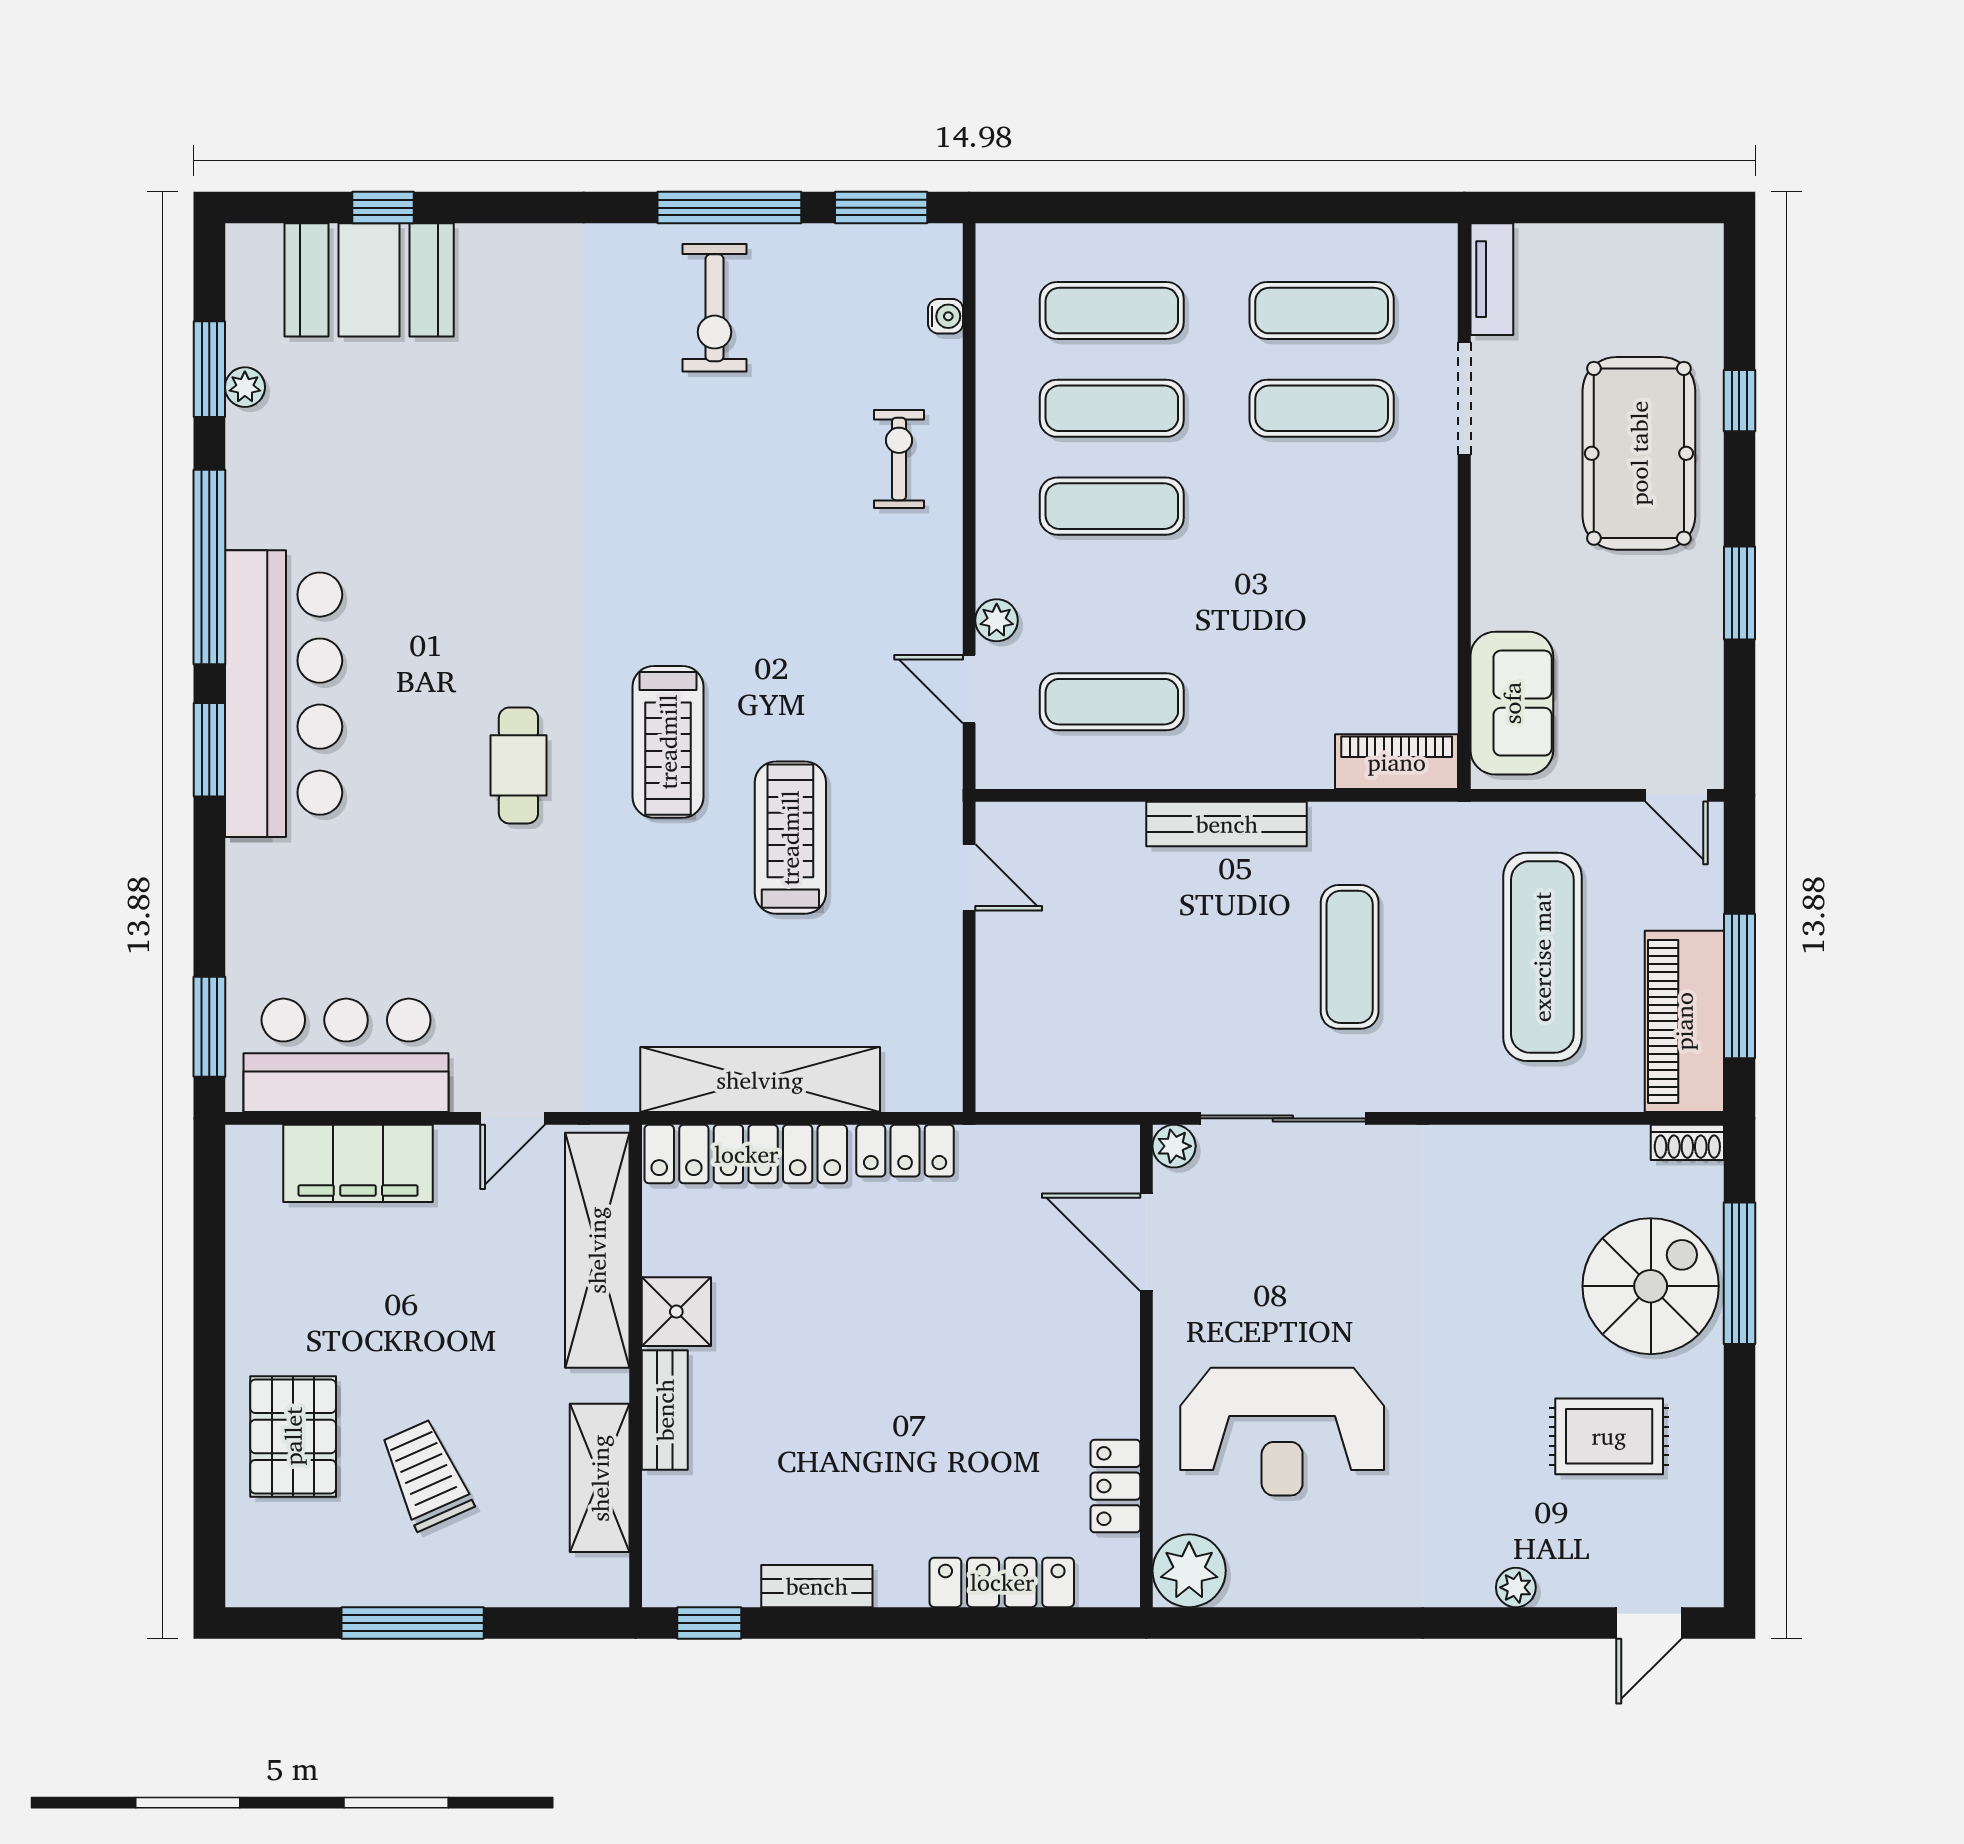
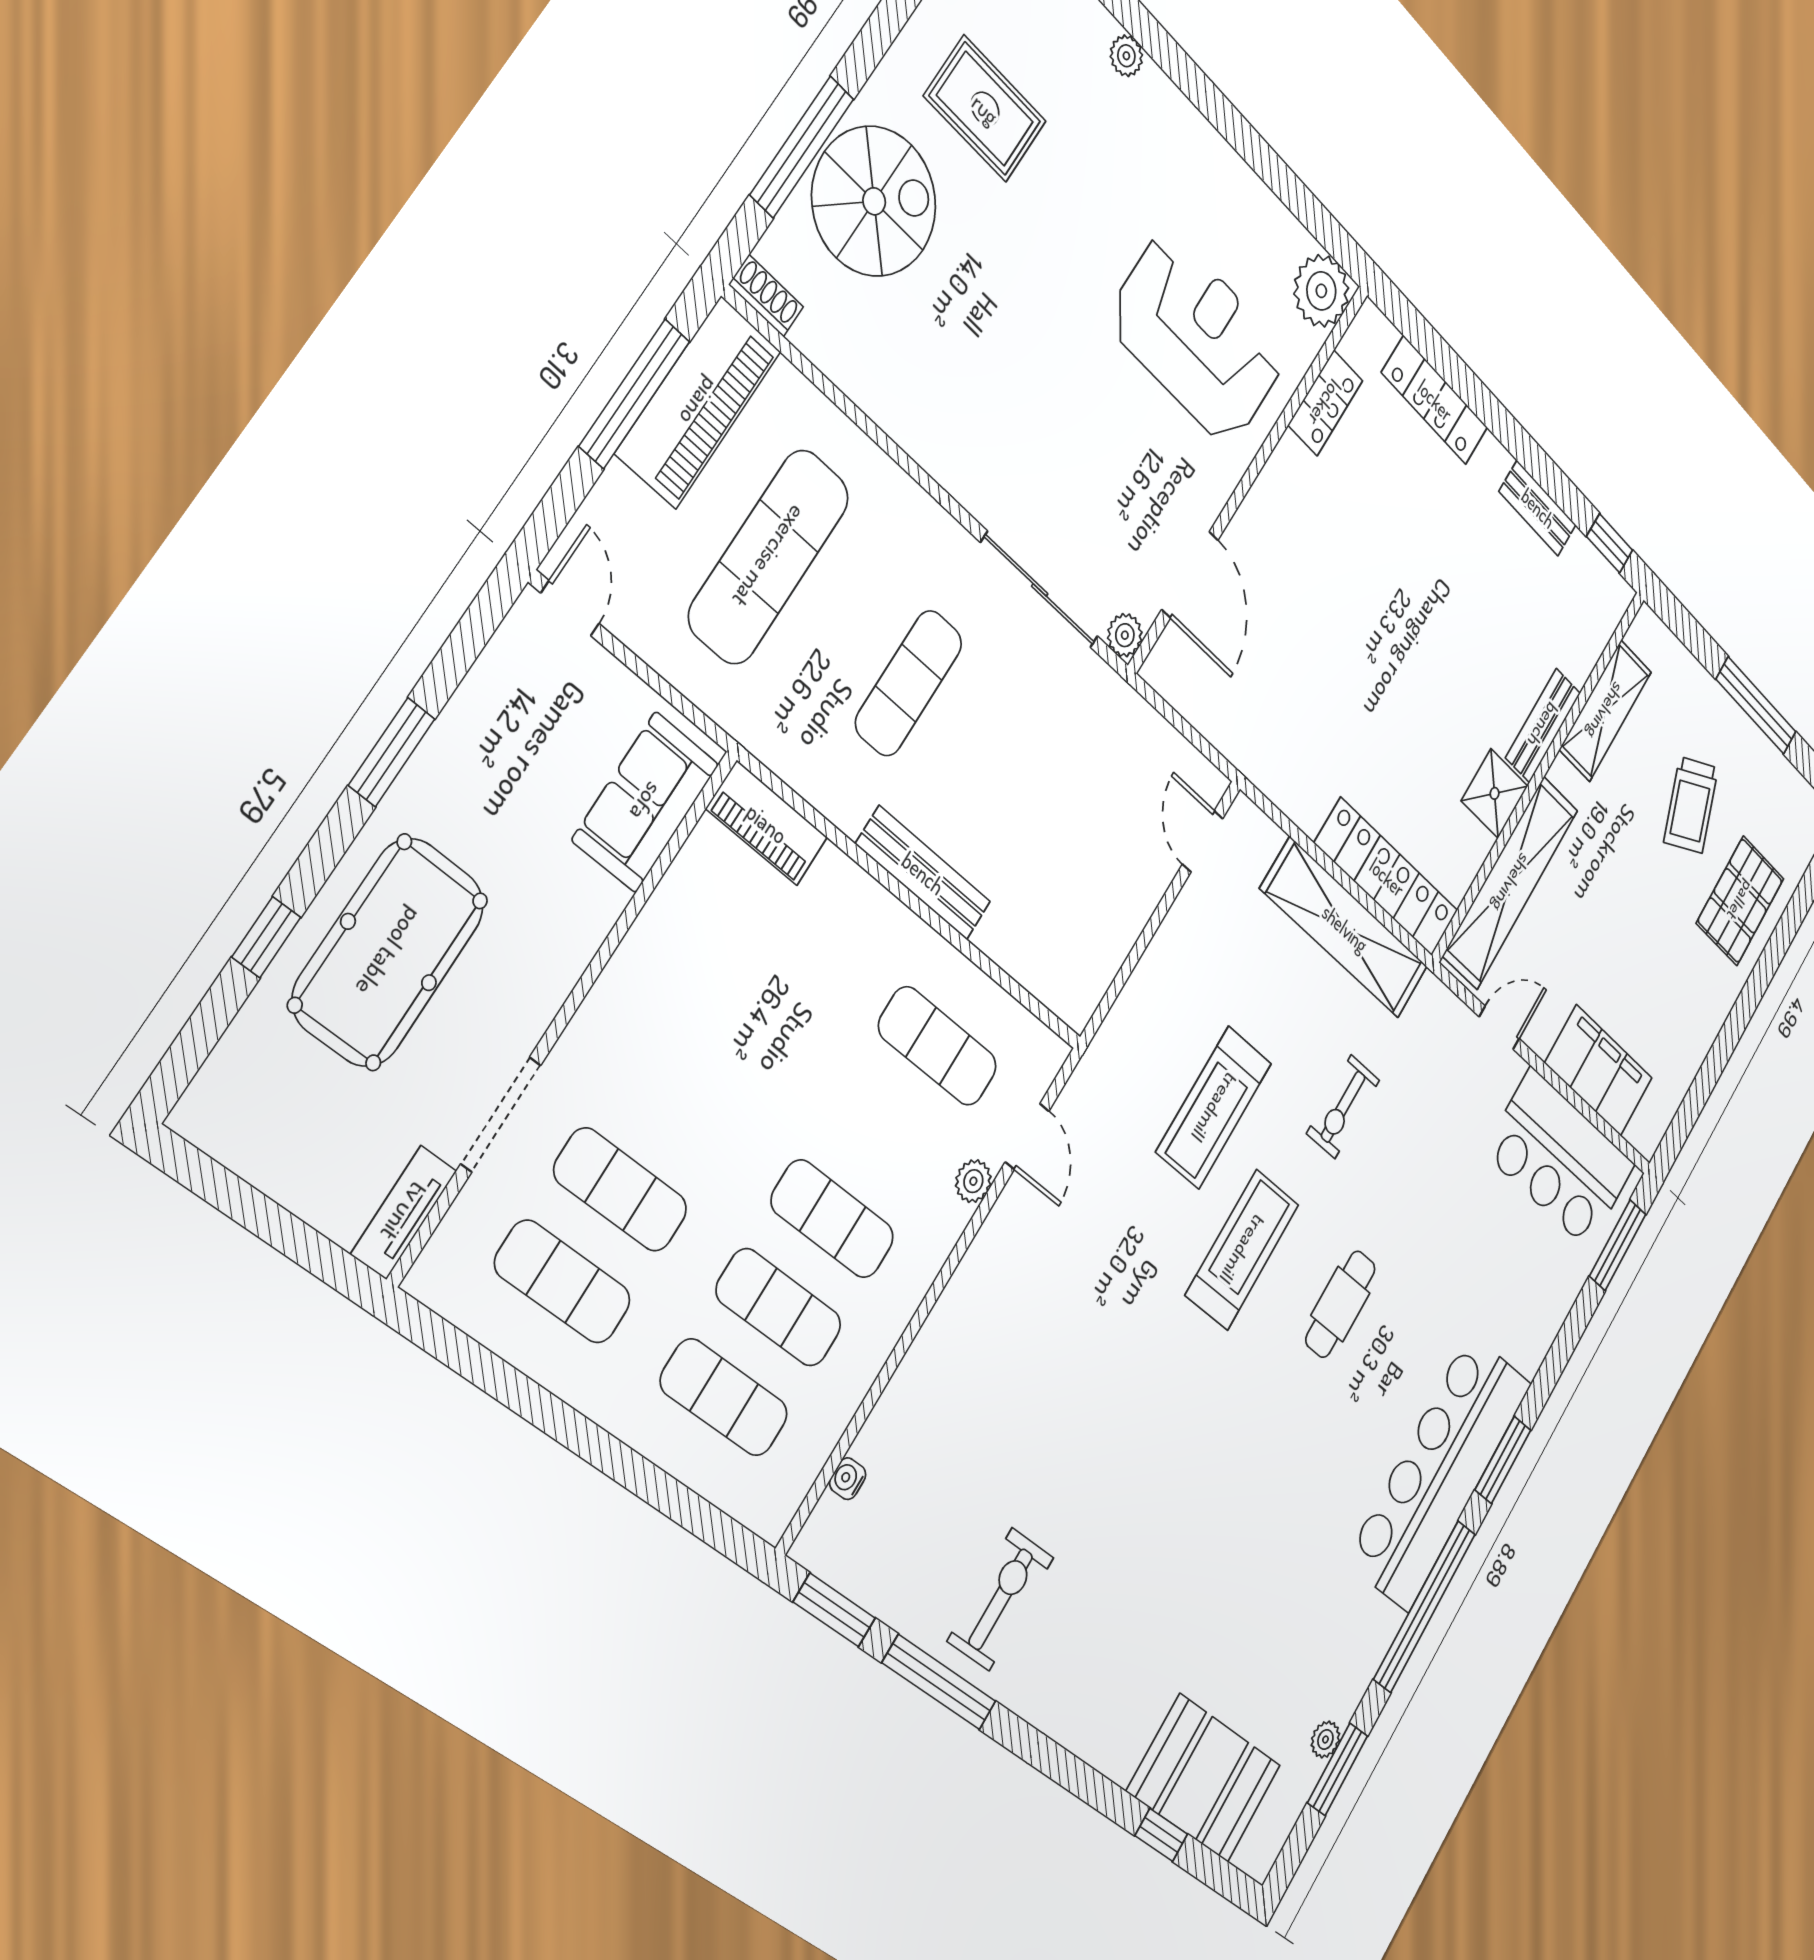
exercise bike: (899, 459) -> (1343, 1107), moved
door: (969, 877) -> (1203, 841), moved
locker: (905, 1151) -> (1293, 791), removed
spiral stairs: (1651, 1286) -> (874, 201), turned 180

